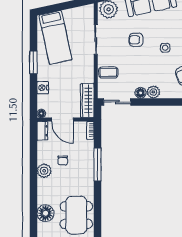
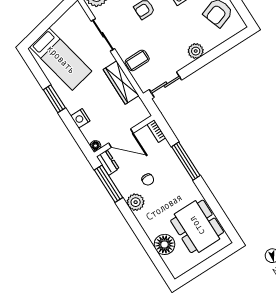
floor lamp: (140, 93) -> (183, 60), removed
wardrobe: (87, 101) -> (121, 82), moved
window: (33, 146) -> (108, 184), added

